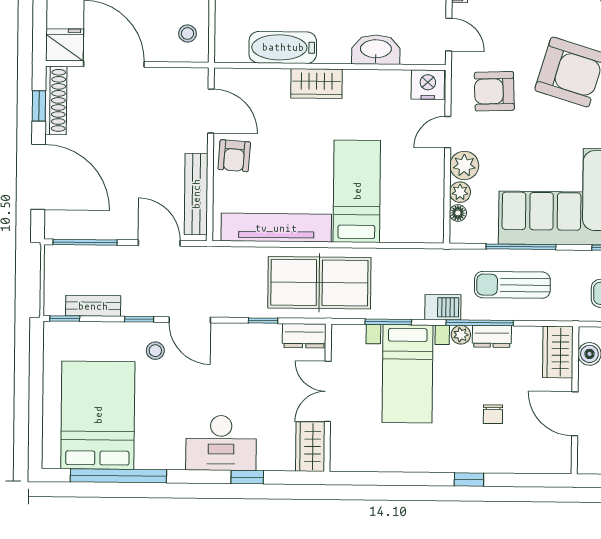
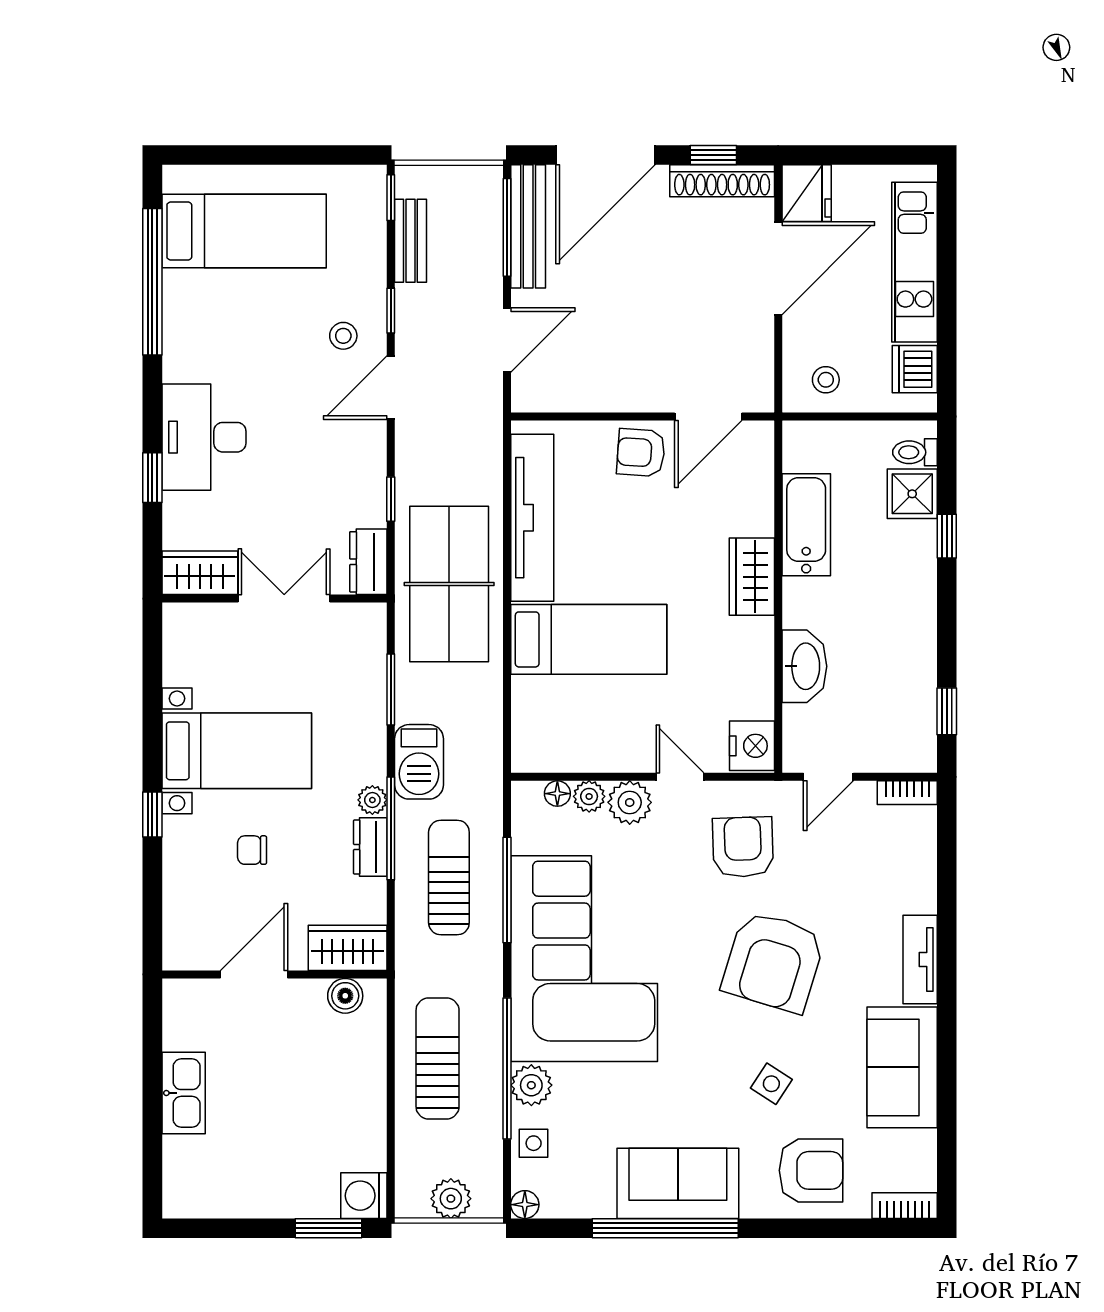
bench: (196, 194) -> (528, 226), moved, turned 90
barbecue: (443, 307) -> (419, 762), width x1.38, depth x1.27
bed with nightstands: (407, 374) -> (237, 751), moved, turned 180
bed: (98, 415) -> (244, 231), width x0.67

